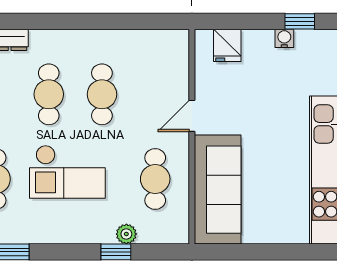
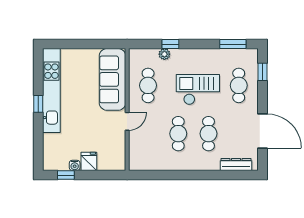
fridge: (227, 45) -> (89, 161), moved

